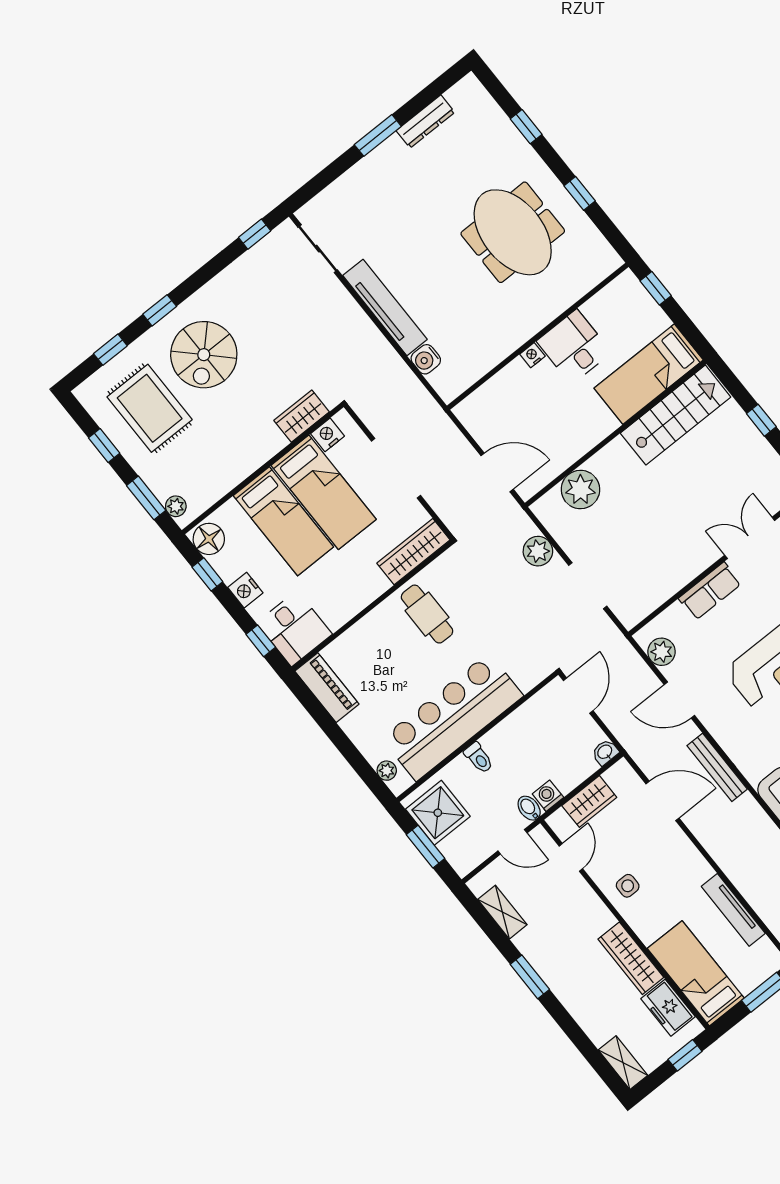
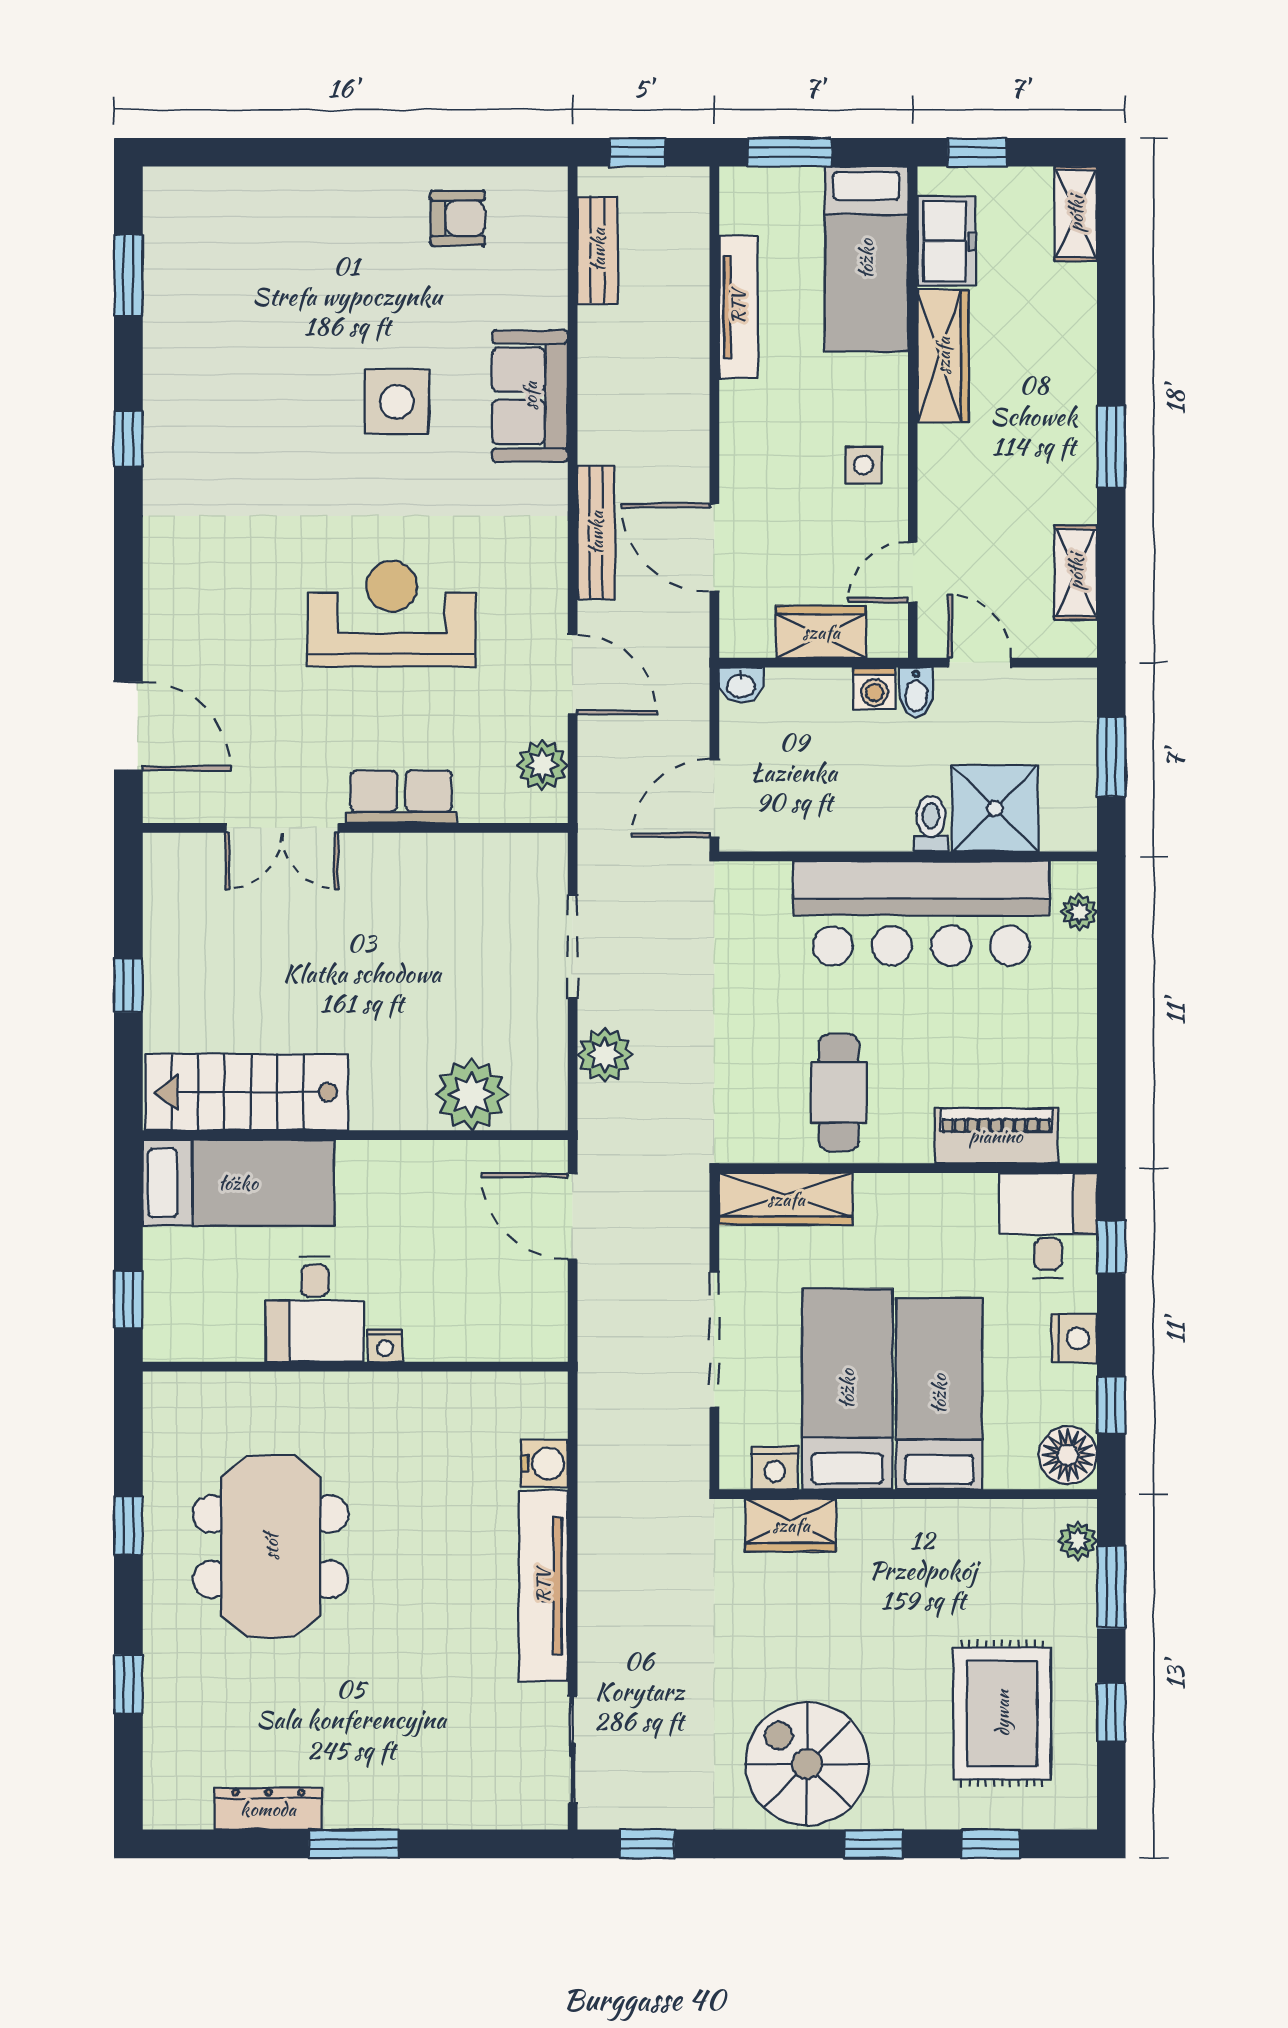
spiral stairs: (204, 355) -> (807, 1764), moved, turned -90
piano: (327, 688) -> (996, 1136), moved, turned 90
shower: (438, 813) -> (995, 809), moved

